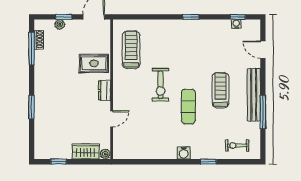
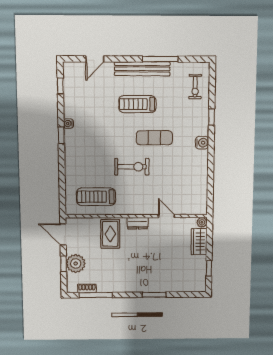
plant: (60, 24) -> (76, 263), width x1.88, depth x1.88
water cooler: (236, 24) -> (68, 124), moved

